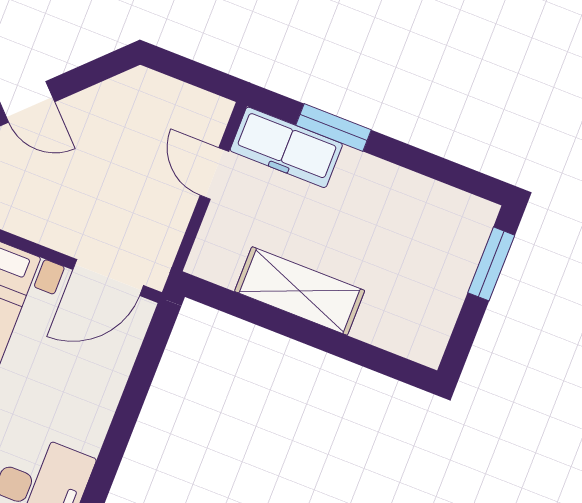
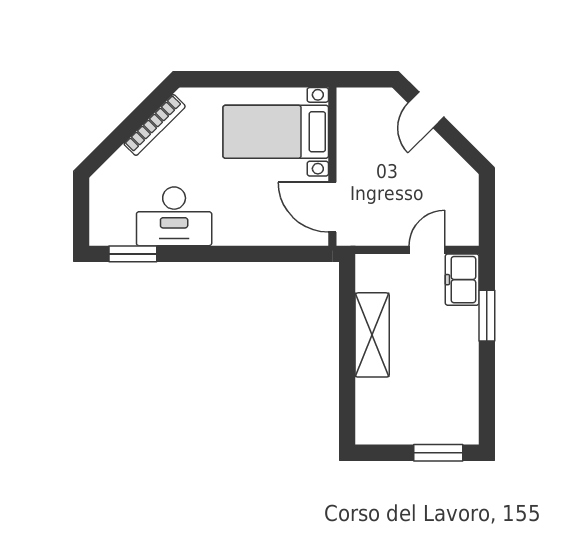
freezer: (286, 147) -> (462, 280), width x0.71

